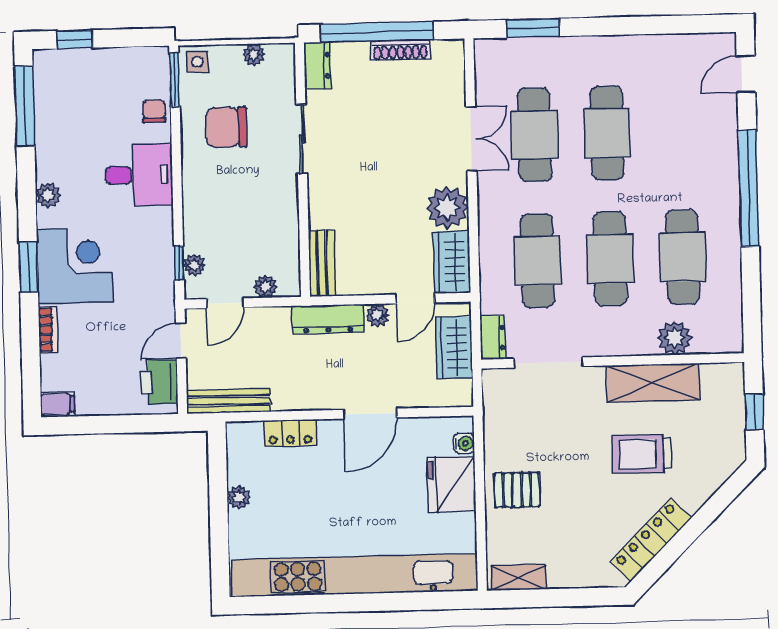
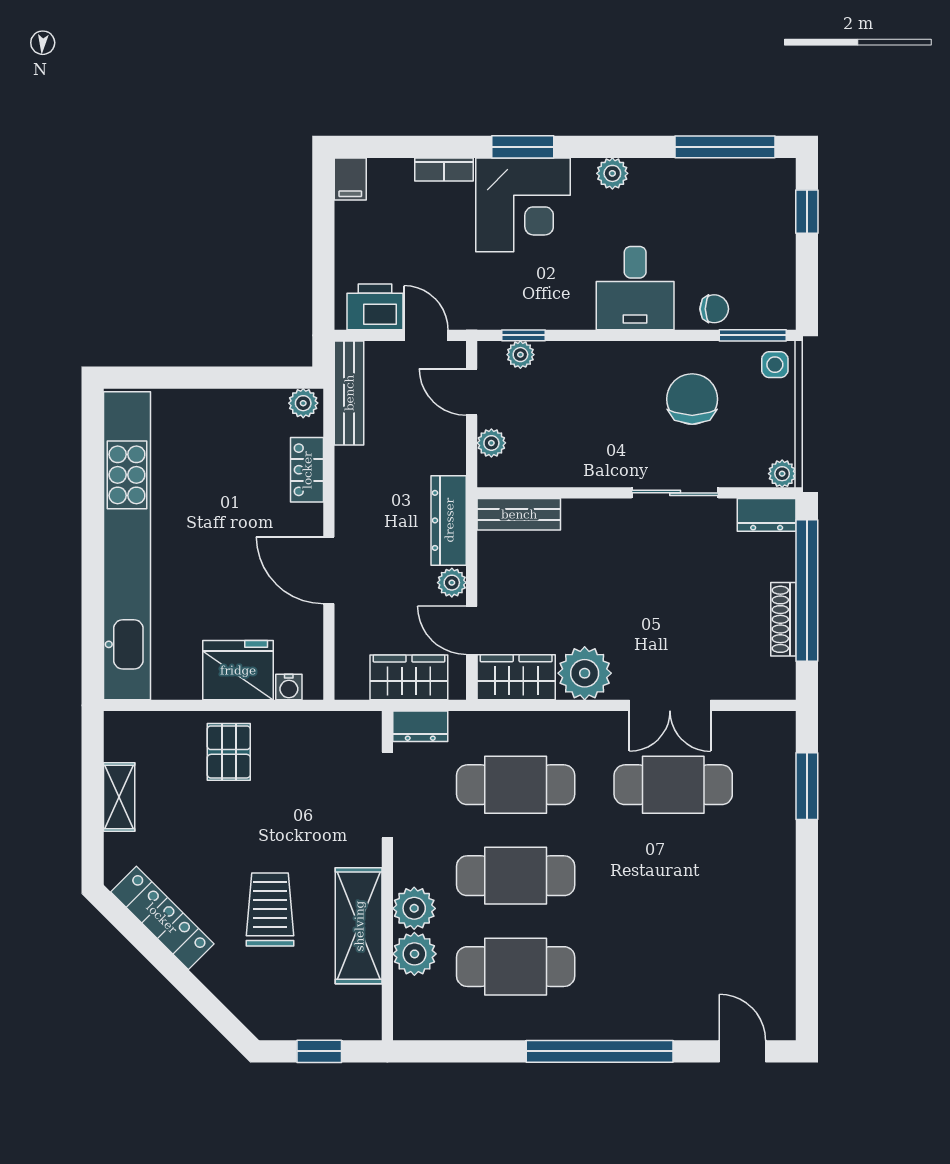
plant: (254, 55) -> (782, 474), moved
cafe table: (607, 133) -> (673, 876), removed
plant: (638, 339) -> (414, 908), added
plant: (239, 497) -> (303, 403), moved
shelving: (518, 578) -> (119, 797), moved

